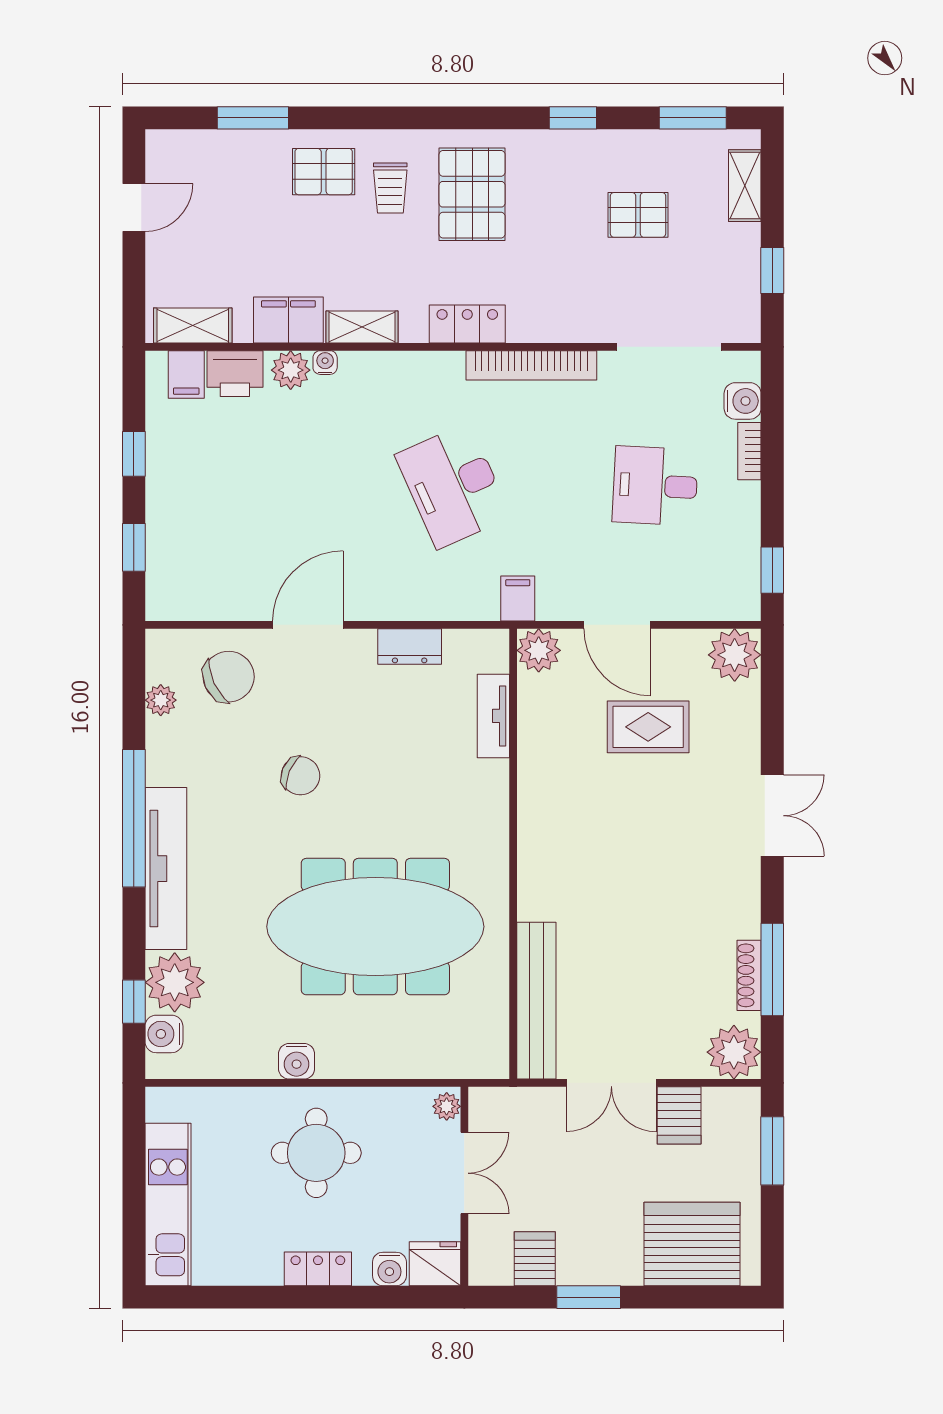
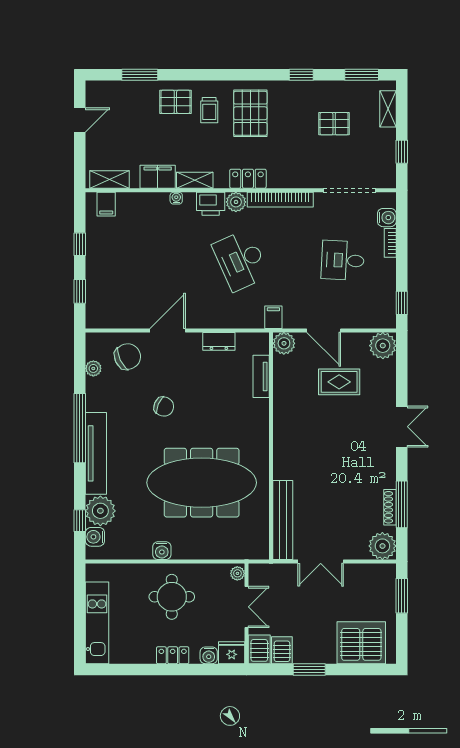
plant: (291, 370) -> (236, 202), moved
printer: (235, 374) -> (211, 204), moved
server rack: (679, 1115) -> (259, 649), moved, turned 180

